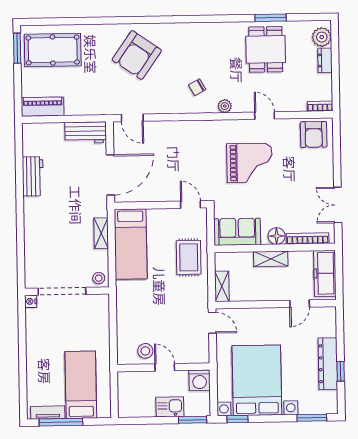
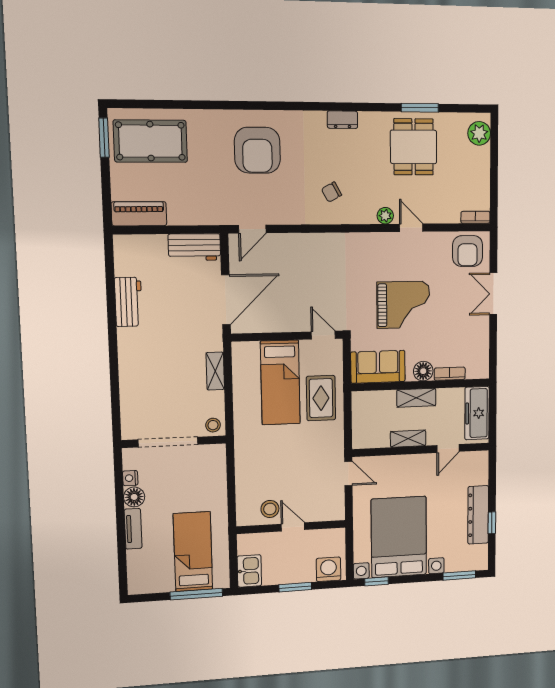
armchair: (137, 55) -> (257, 150), turned -35
dresser: (325, 60) -> (342, 120), moved, turned -90
plant: (225, 106) -> (385, 216), moved
door: (132, 118) -> (252, 229), hinge flipped
grand piano: (250, 163) -> (403, 305), moved
double door: (338, 205) -> (493, 294), moved
bookcase: (308, 239) -> (450, 374), width x0.64
bed: (131, 244) -> (280, 382), moved
shelving: (222, 286) -> (408, 439), moved, turned 90
nightstand: (31, 301) -> (130, 478), moved
floor lamp: (34, 336) -> (134, 497), added
washing machine: (200, 380) -> (328, 569), moved, turned 180
kitchen sink: (170, 407) -> (249, 571), moved, turned 90
tv unit: (48, 413) -> (133, 529), moved, turned 90
window: (193, 420) -> (295, 587), moved
window: (61, 422) -> (196, 594), moved

